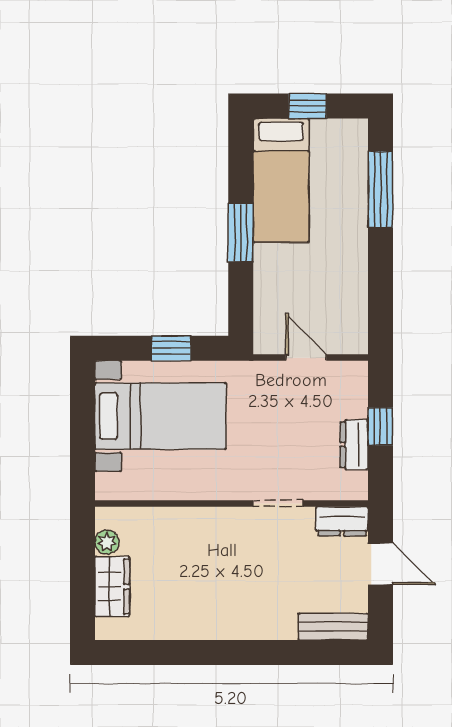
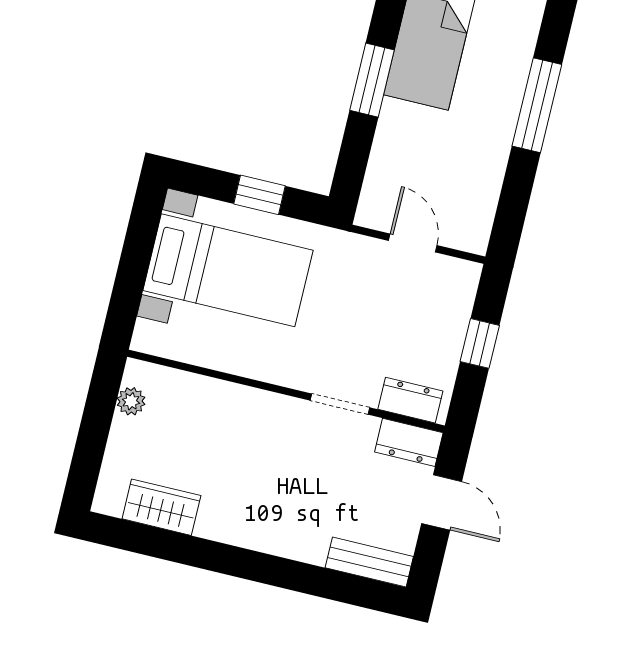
window: (380, 189) -> (537, 105), moved
dresser: (354, 445) -> (410, 400), moved, turned 90
wardrobe: (112, 587) -> (161, 507), moved, turned -90

